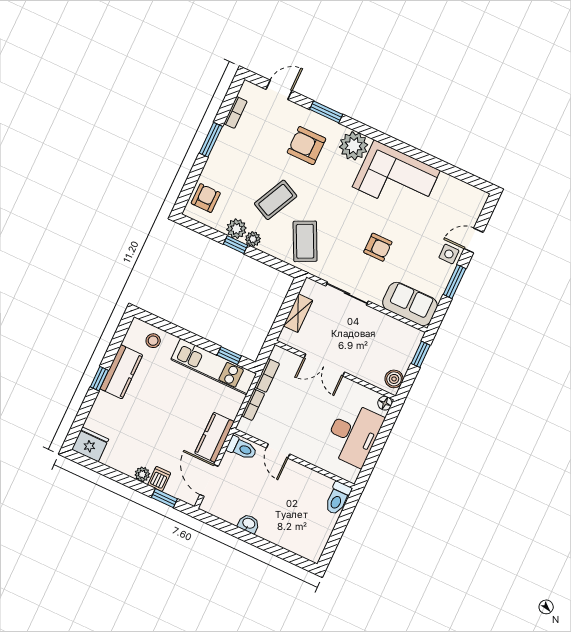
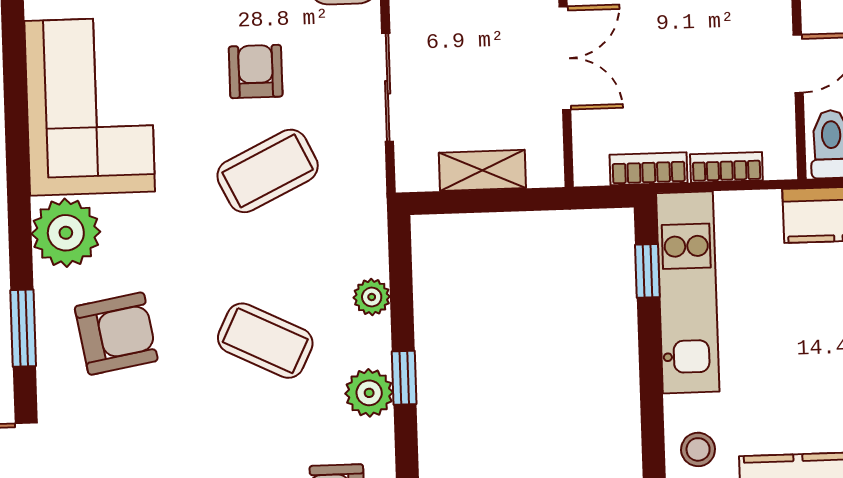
armchair: (306, 146) -> (116, 334), turned -100
plant: (253, 239) -> (372, 297), moved
coffee table: (305, 241) -> (268, 171), moved

